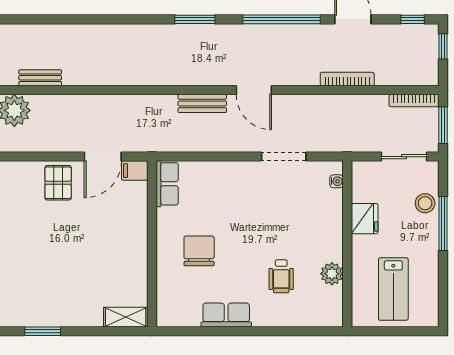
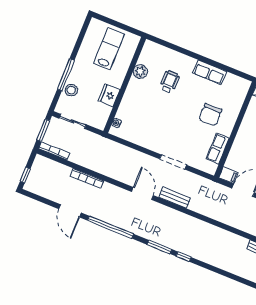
window: (413, 19) -> (184, 257), moved
doorway: (284, 157) -> (173, 162), moved
row of seats: (167, 184) -> (218, 149), moved

